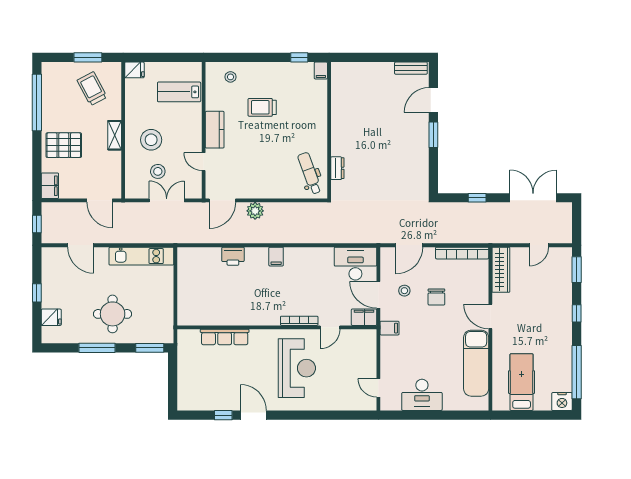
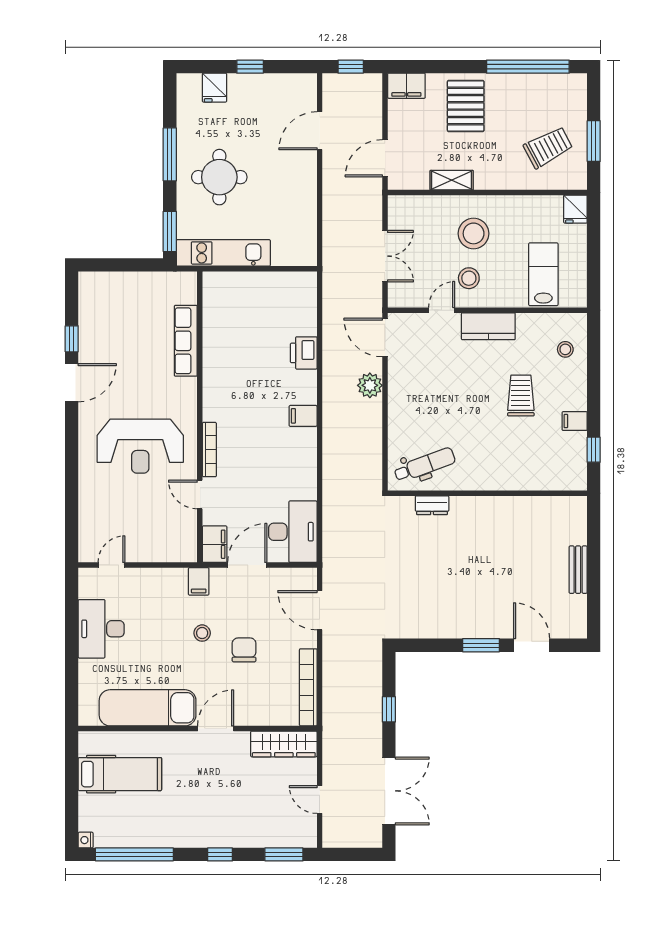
bench: (411, 68) -> (578, 570), moved
filing cabinet: (321, 71) -> (575, 421), moved
shelving: (115, 135) -> (452, 180), moved
stool: (158, 171) -> (469, 278), moved
kitchen unit: (141, 256) -> (223, 253), moved, turned 90
stool: (404, 291) -> (202, 633), moved
chair: (436, 297) -> (244, 650), turned 90
nightstand: (562, 402) -> (86, 840), width x0.53, depth x0.56

